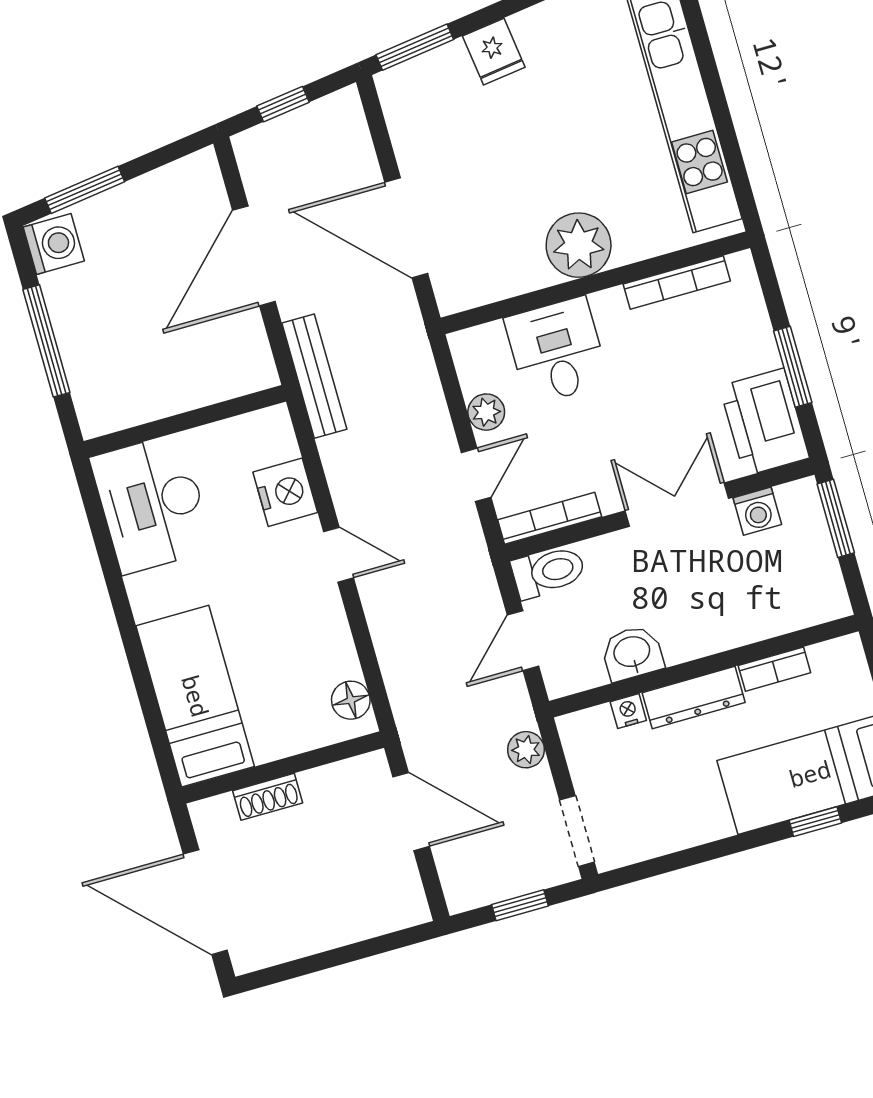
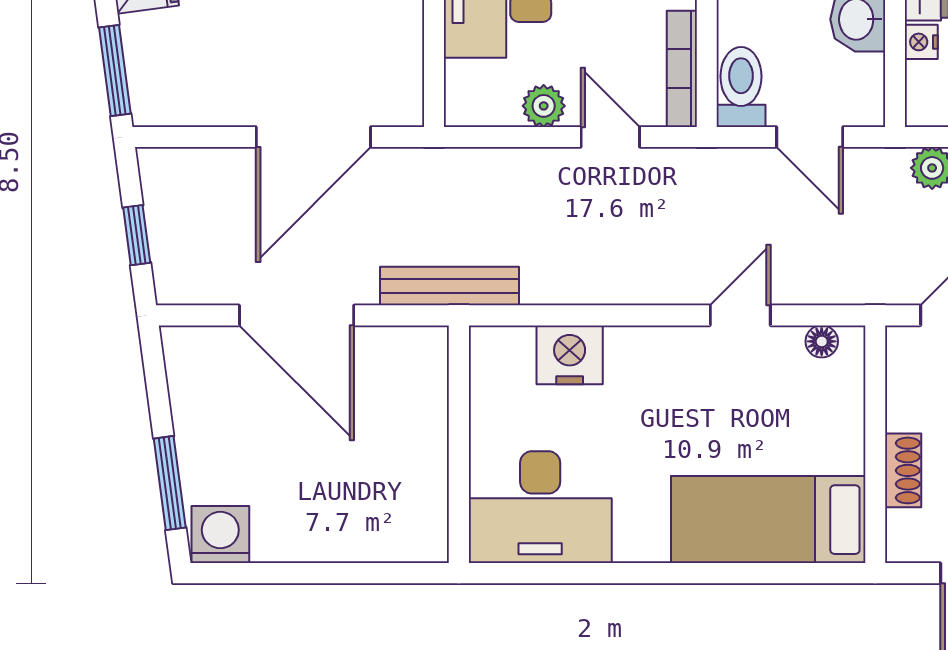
window: (46, 341) -> (326, 573), removed
door: (338, 555) -> (740, 315), moved
floor lamp: (351, 700) -> (822, 341), width x0.73, depth x0.73

